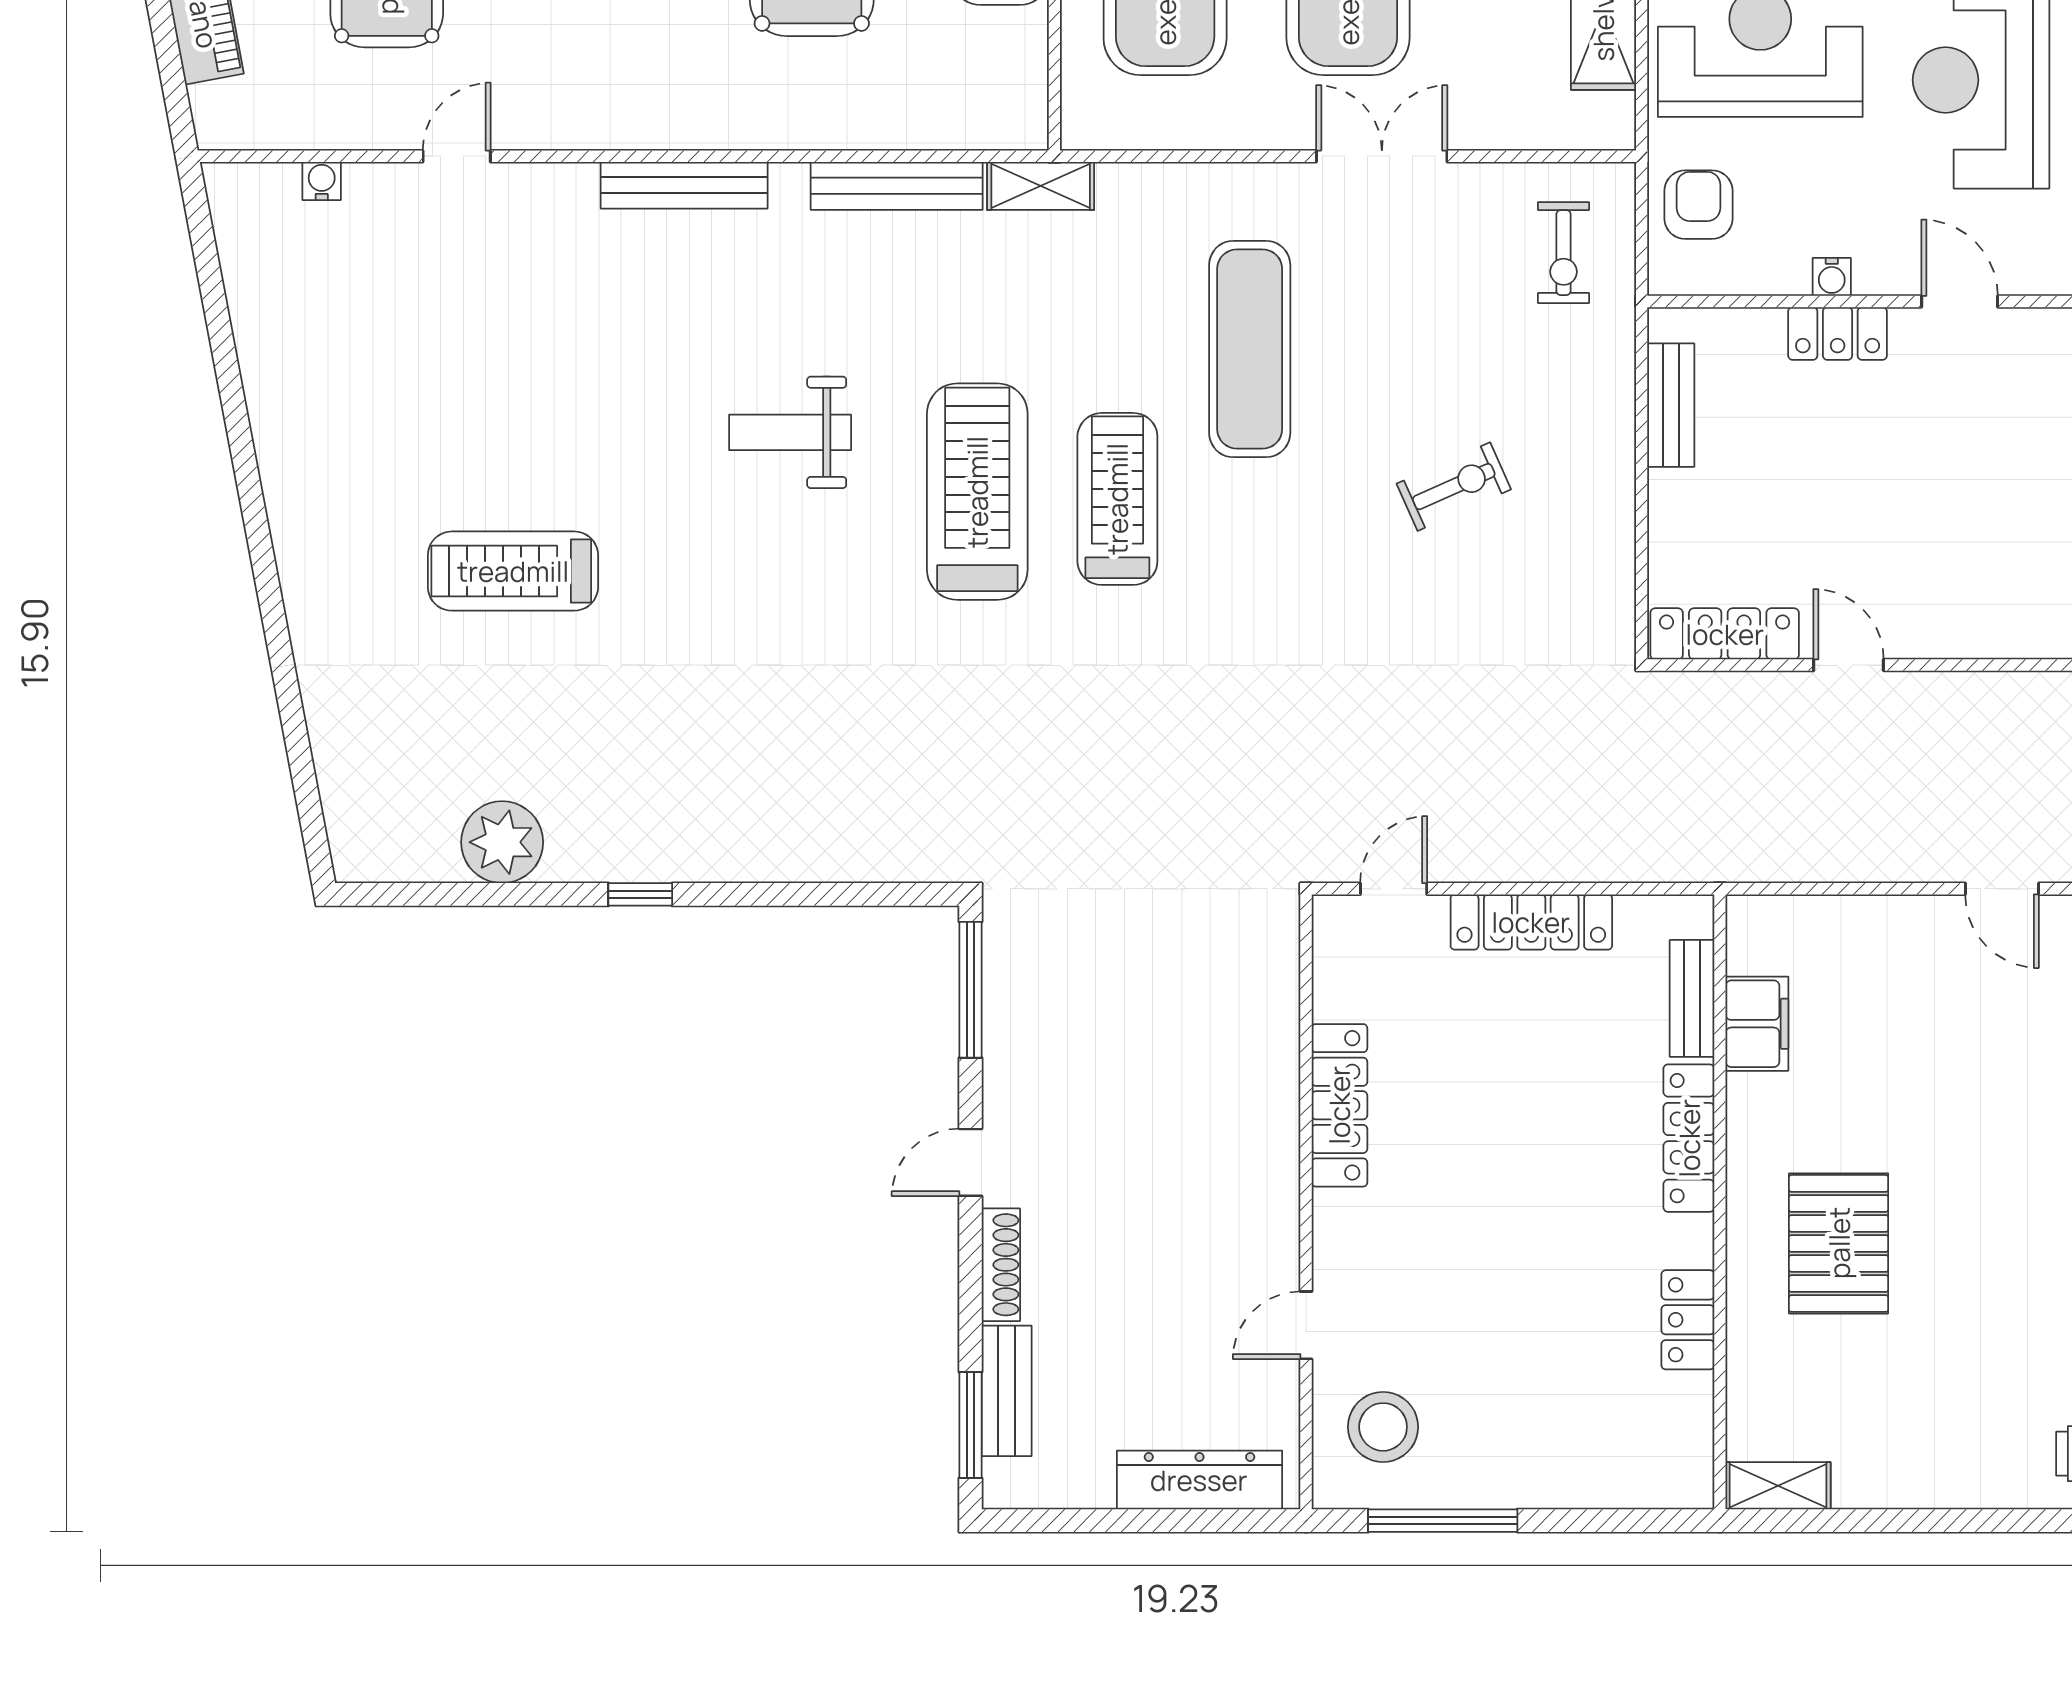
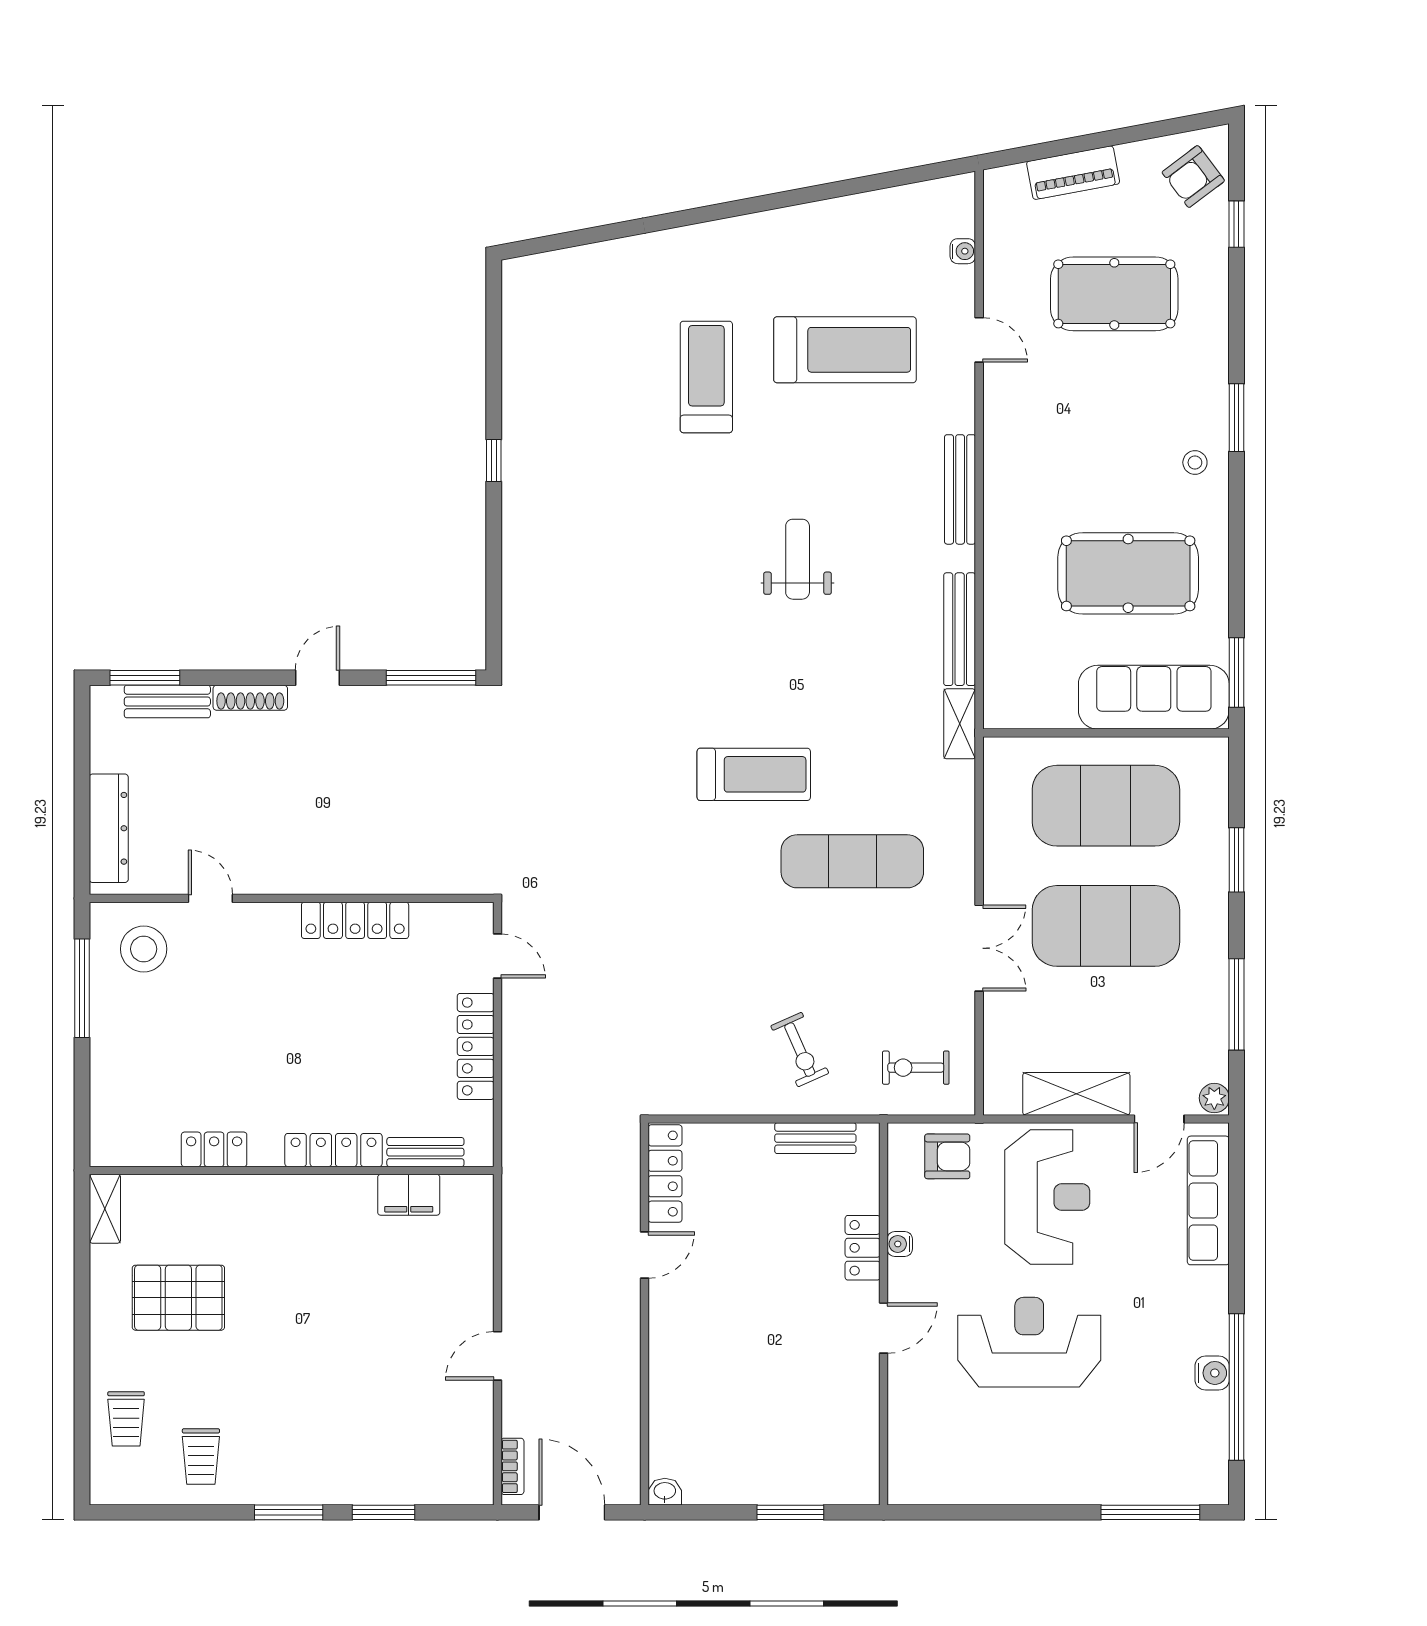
exercise bike: (1454, 487) -> (800, 1050), moved
treadmill: (977, 492) -> (845, 350), moved
plant: (502, 842) -> (528, 370), removed
door: (971, 1162) -> (318, 678), hinge flipped
pallet: (1839, 1243) -> (178, 1298), moved

